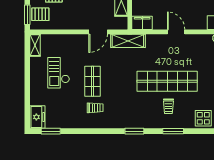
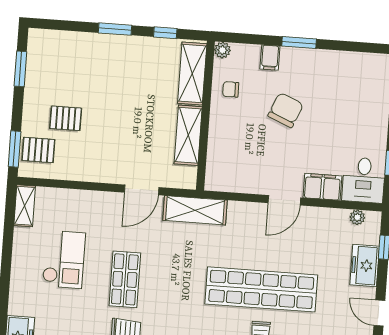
filing cabinet: (142, 23) -> (322, 187), moved
door: (176, 32) -> (284, 200), swing flipped
checkout: (59, 73) -> (64, 259), turned 180

